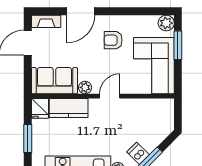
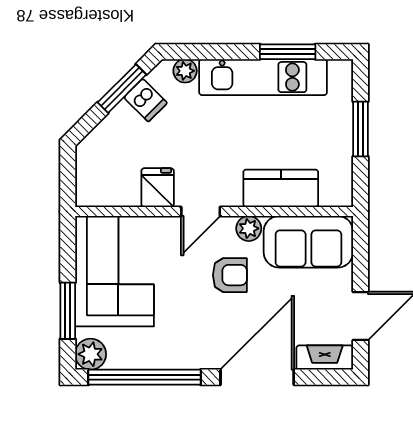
door: (81, 11) -> (257, 377), width x1.36
window: (139, 11) -> (144, 377), added
armchair: (113, 40) -> (230, 275), moved
fridge: (40, 108) -> (158, 188), moved

